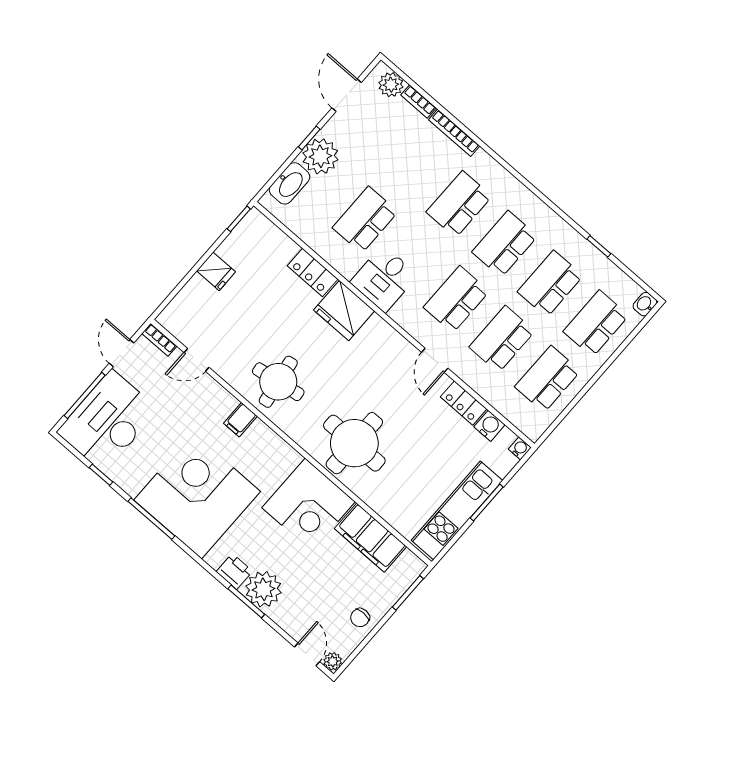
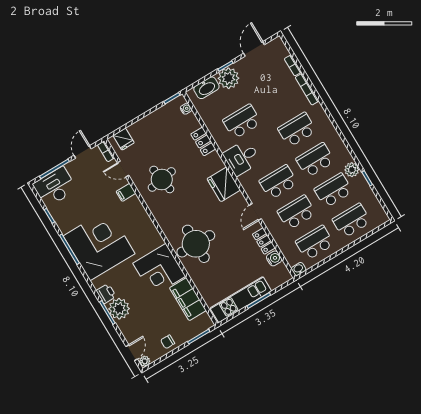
plant: (391, 85) -> (352, 170), moved
fridge: (216, 271) -> (124, 139), moved
washbasin: (645, 304) -> (299, 269), moved
fridge: (344, 311) -> (224, 184), moved
round table: (278, 382) -> (162, 179), moved
filing cabinet: (240, 420) -> (126, 192), moved
desk: (108, 421) -> (55, 187), width x0.73, depth x0.77
water cooler: (520, 448) -> (186, 109), moved

